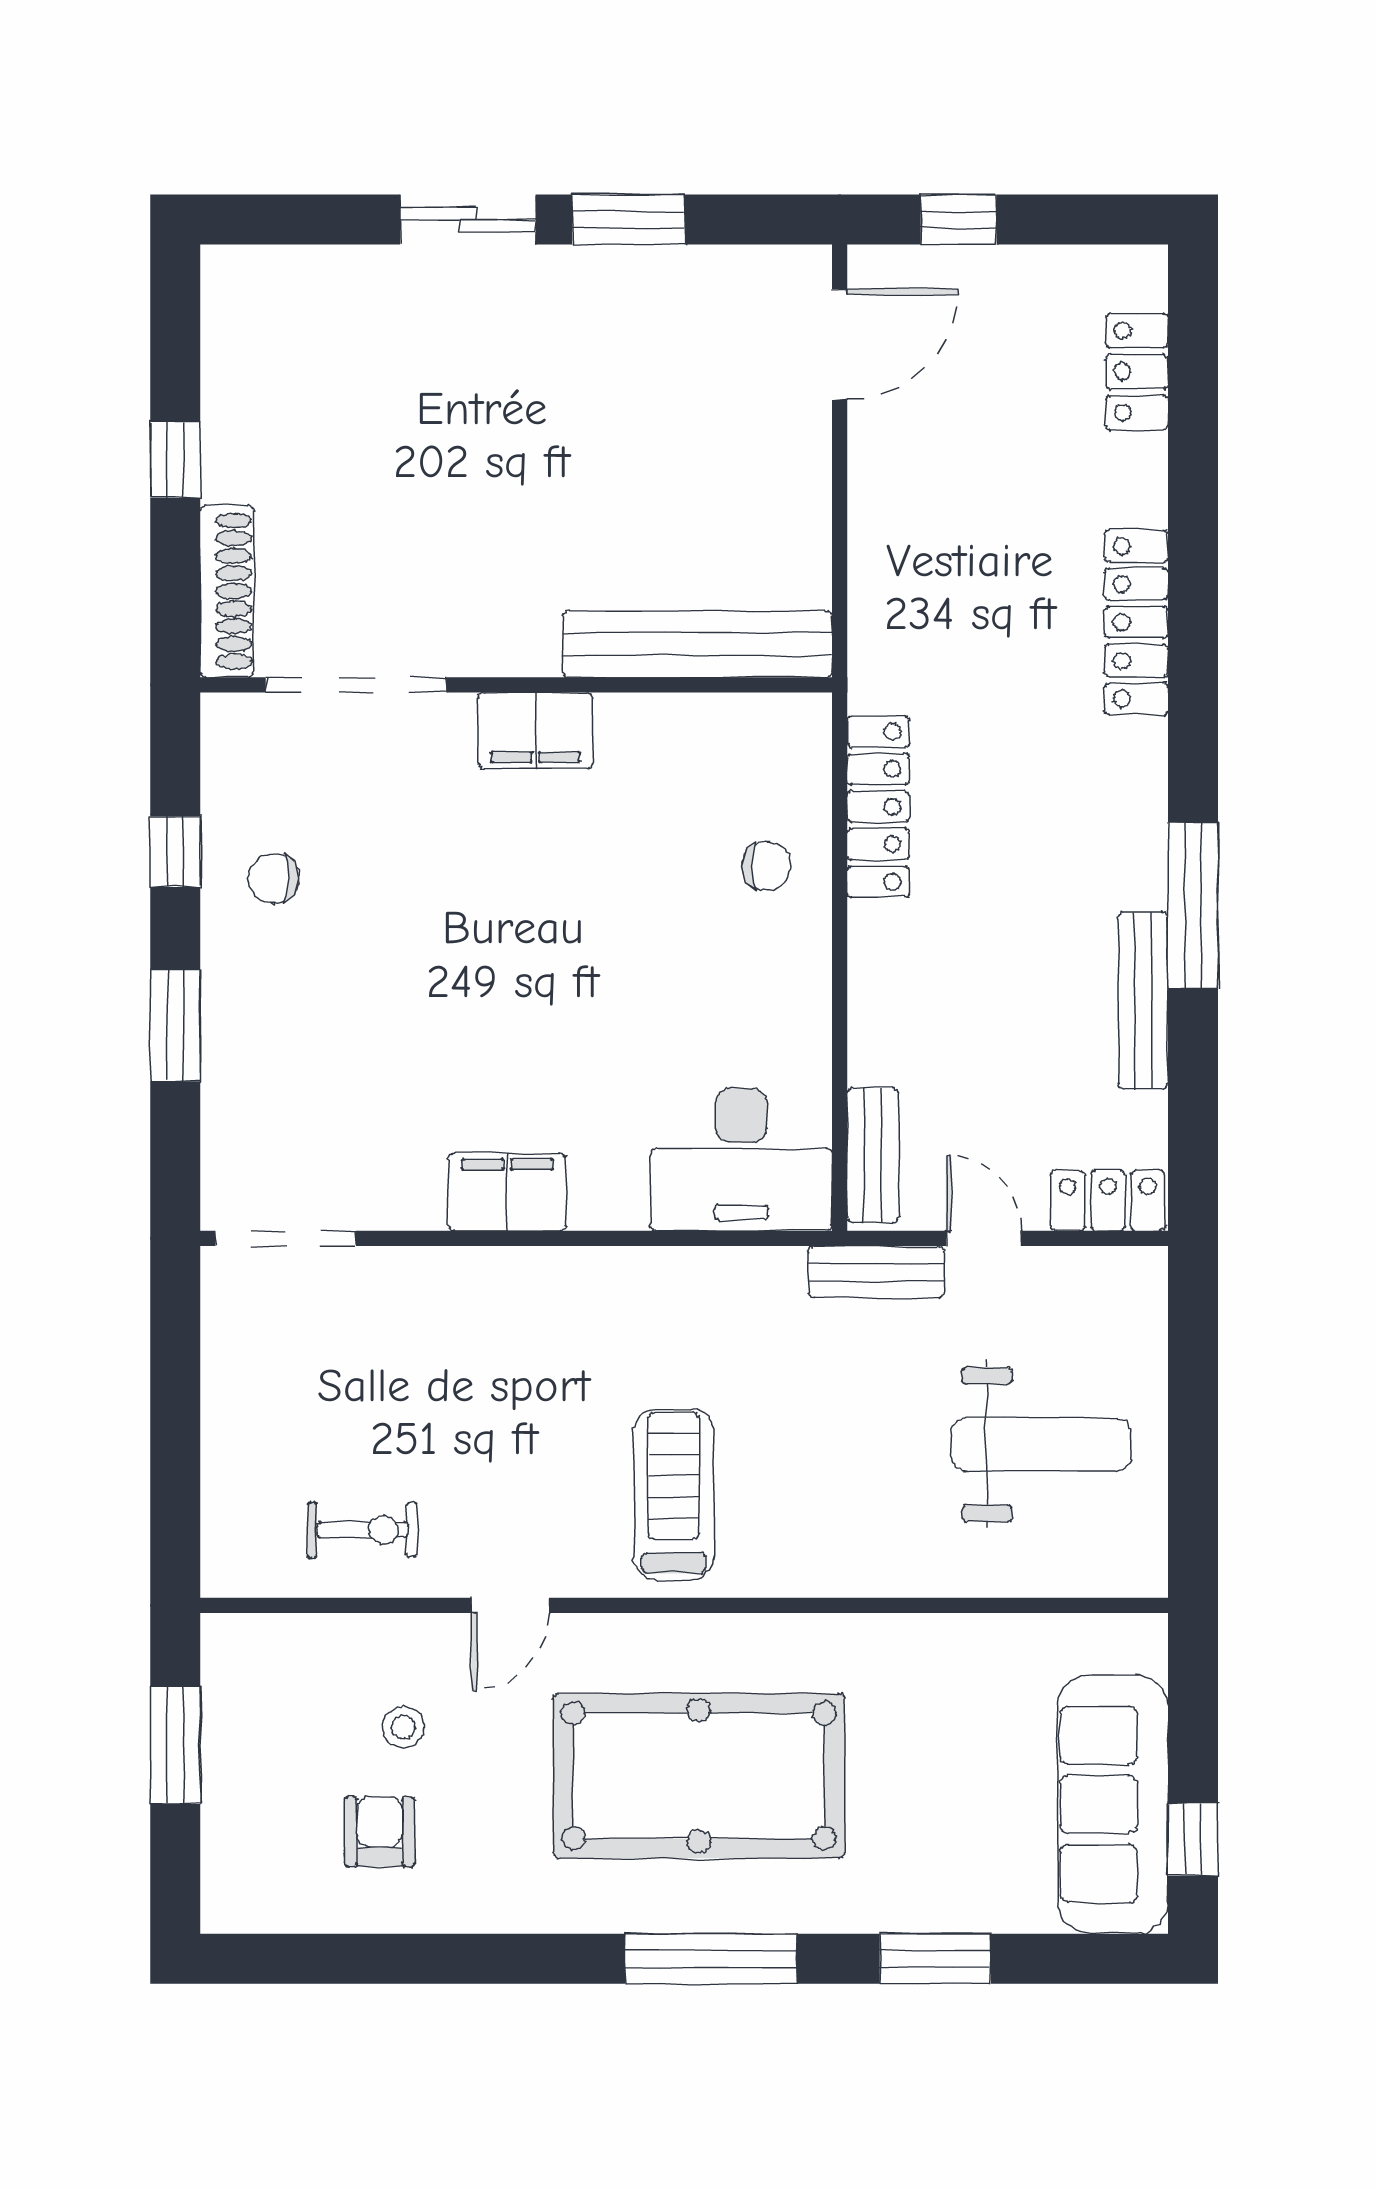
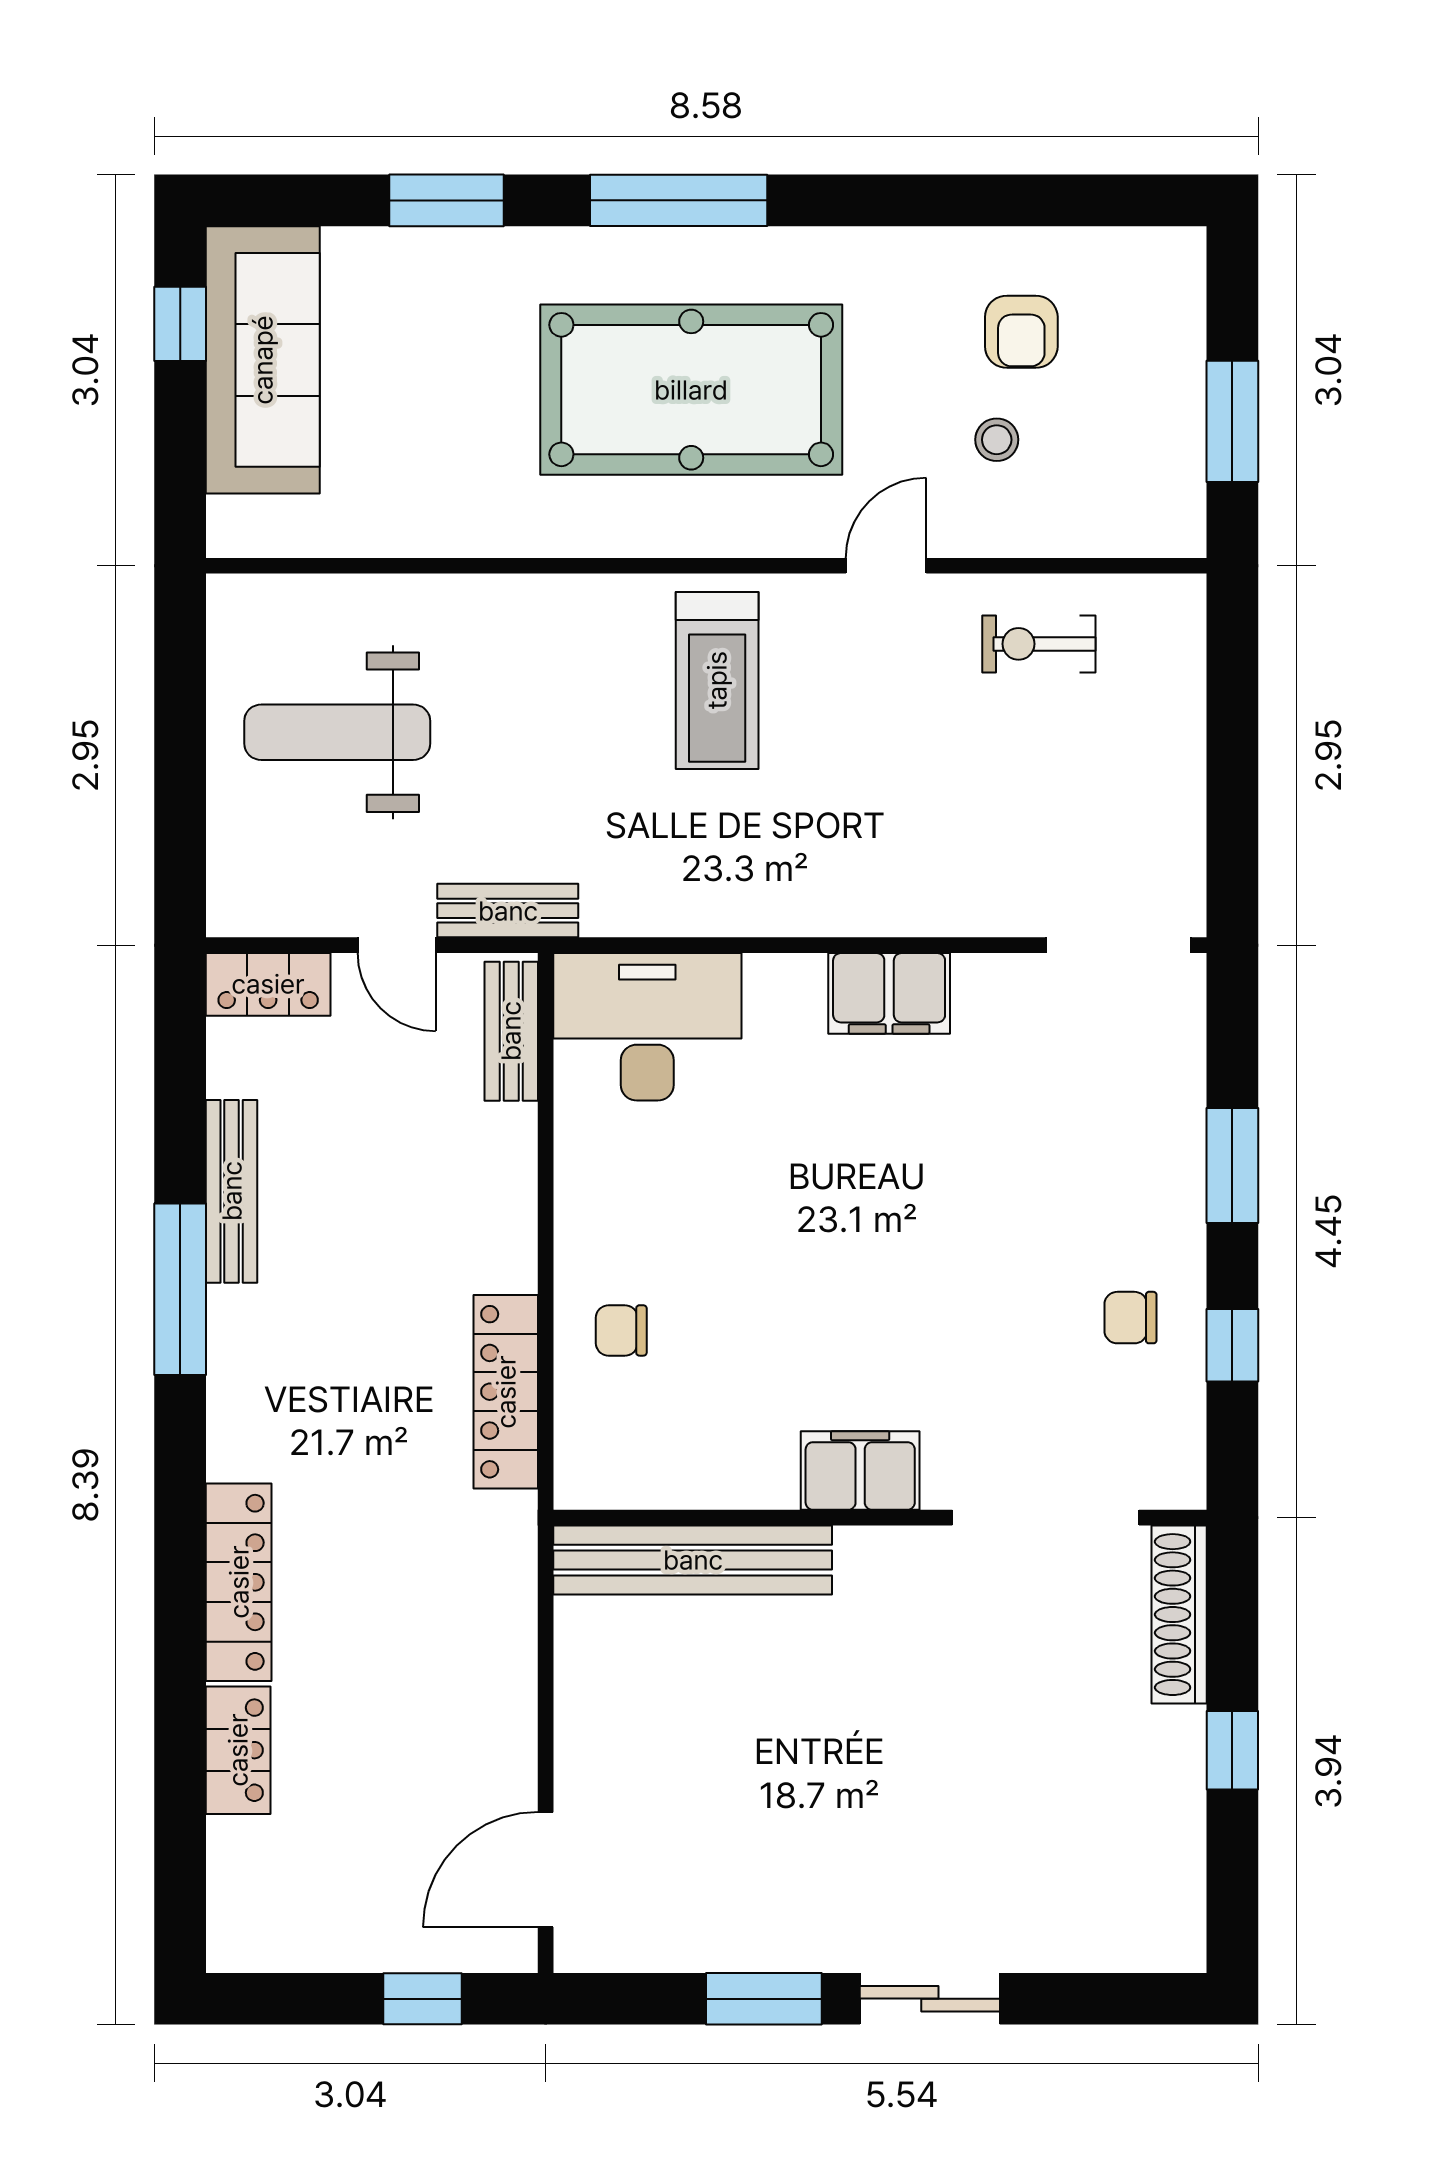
locker: (1137, 372) -> (238, 1750), moved
chair: (274, 878) -> (1130, 1318), turned 180

